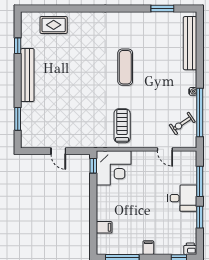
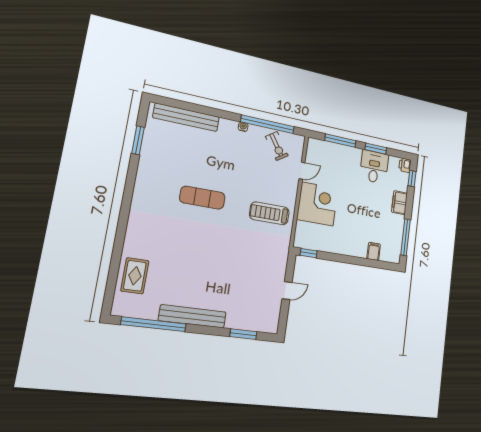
window: (18, 46) -> (154, 324), width x3.17
corner desk: (114, 168) -> (317, 204), moved
desk: (182, 198) -> (374, 167), moved
filing cabinet: (148, 248) -> (400, 203), width x2.00

